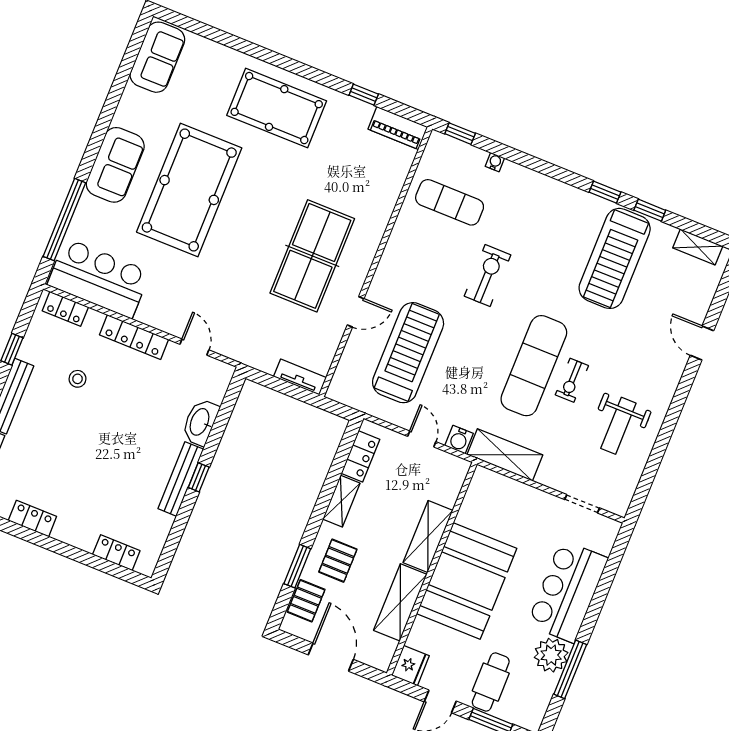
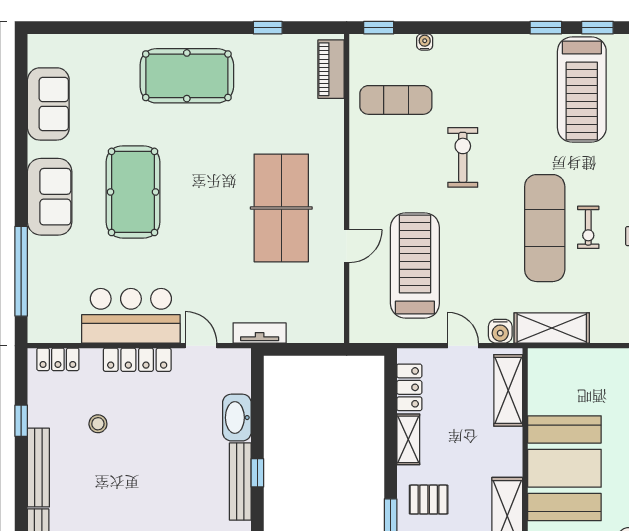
sofa: (157, 57) -> (48, 104), moved
piano: (398, 128) -> (331, 69), moved, turned 90
pool table: (189, 190) -> (133, 192), width x0.73, depth x0.76
bar counter: (99, 278) -> (131, 316), moved
tv unit: (300, 377) -> (260, 333), moved
shelving: (428, 536) -> (508, 390), moved
pallet: (338, 561) -> (429, 500), turned 90

